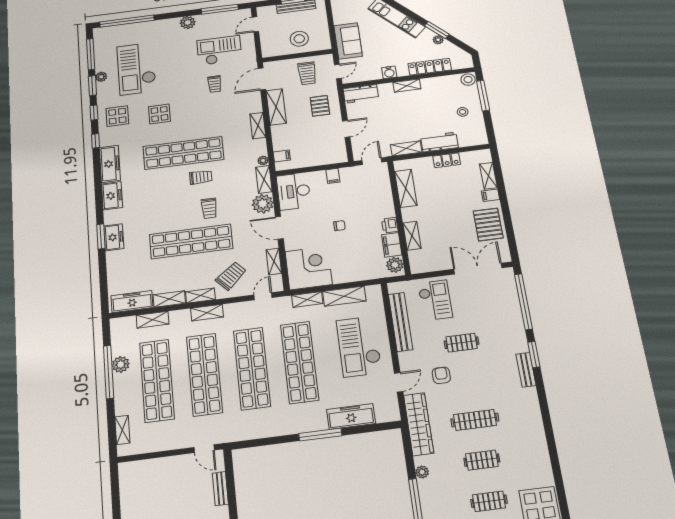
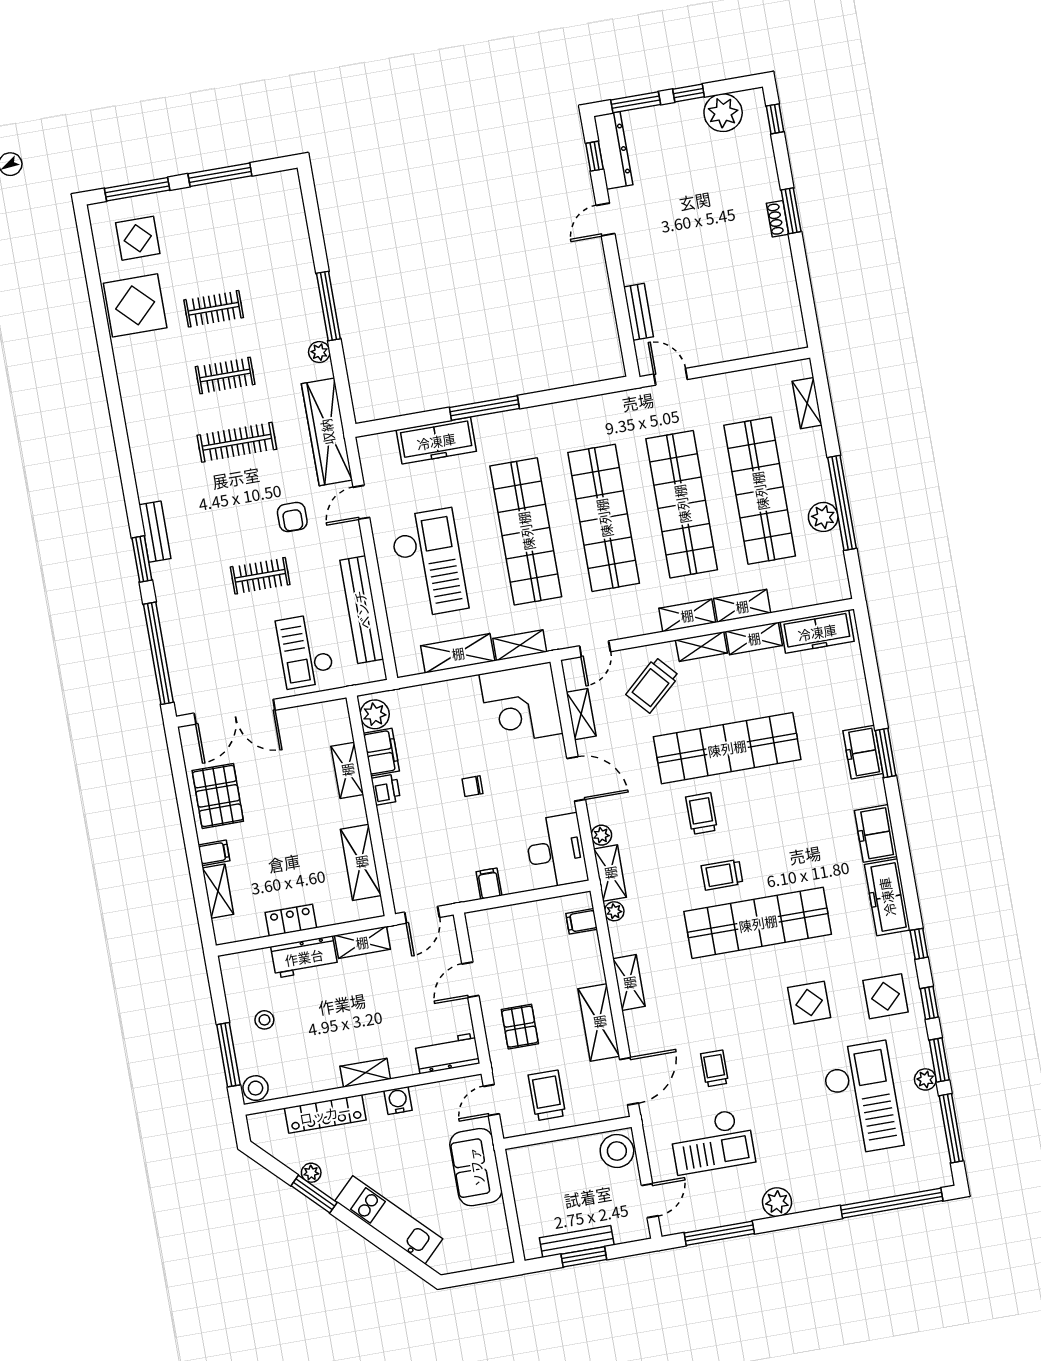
stool: (299, 39) -> (617, 1151), moved
plant: (263, 204) -> (601, 835), width x0.53, depth x0.53
shelving: (153, 320) -> (742, 606), moved

